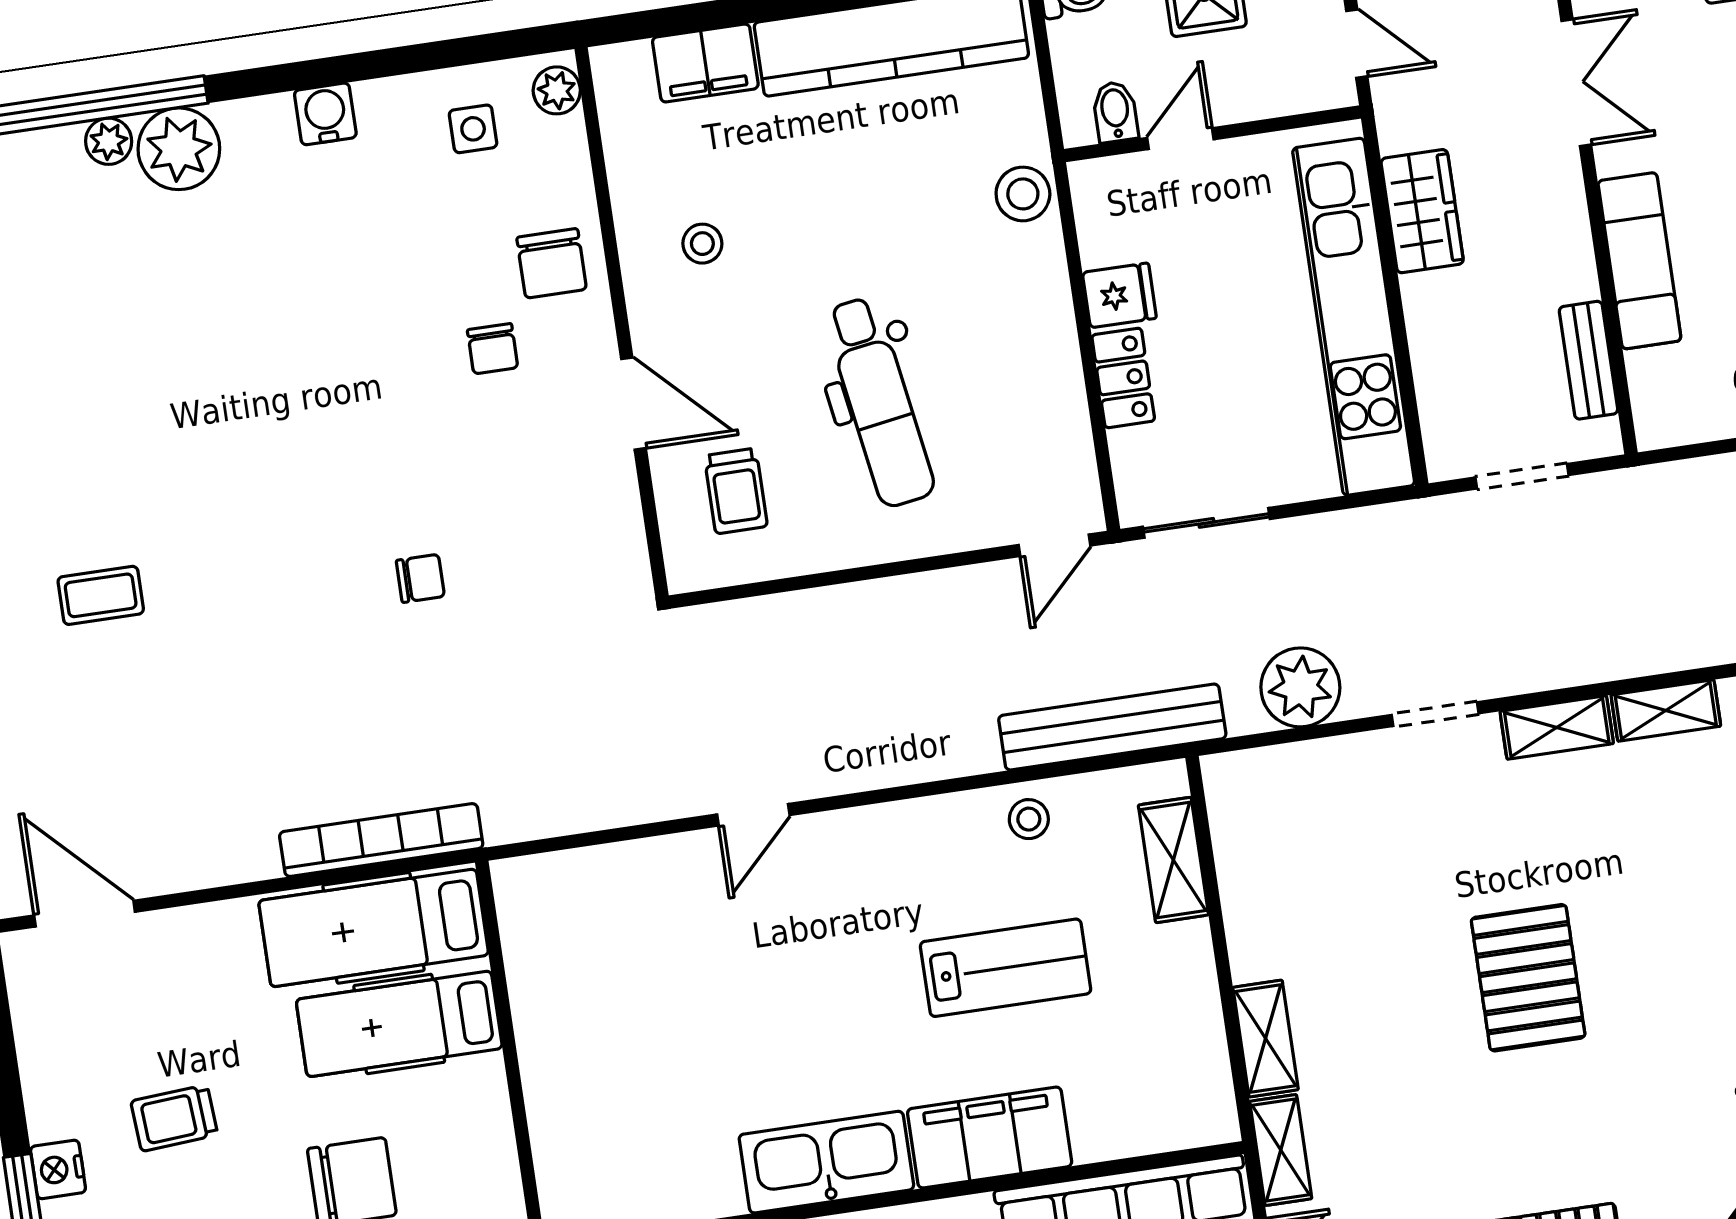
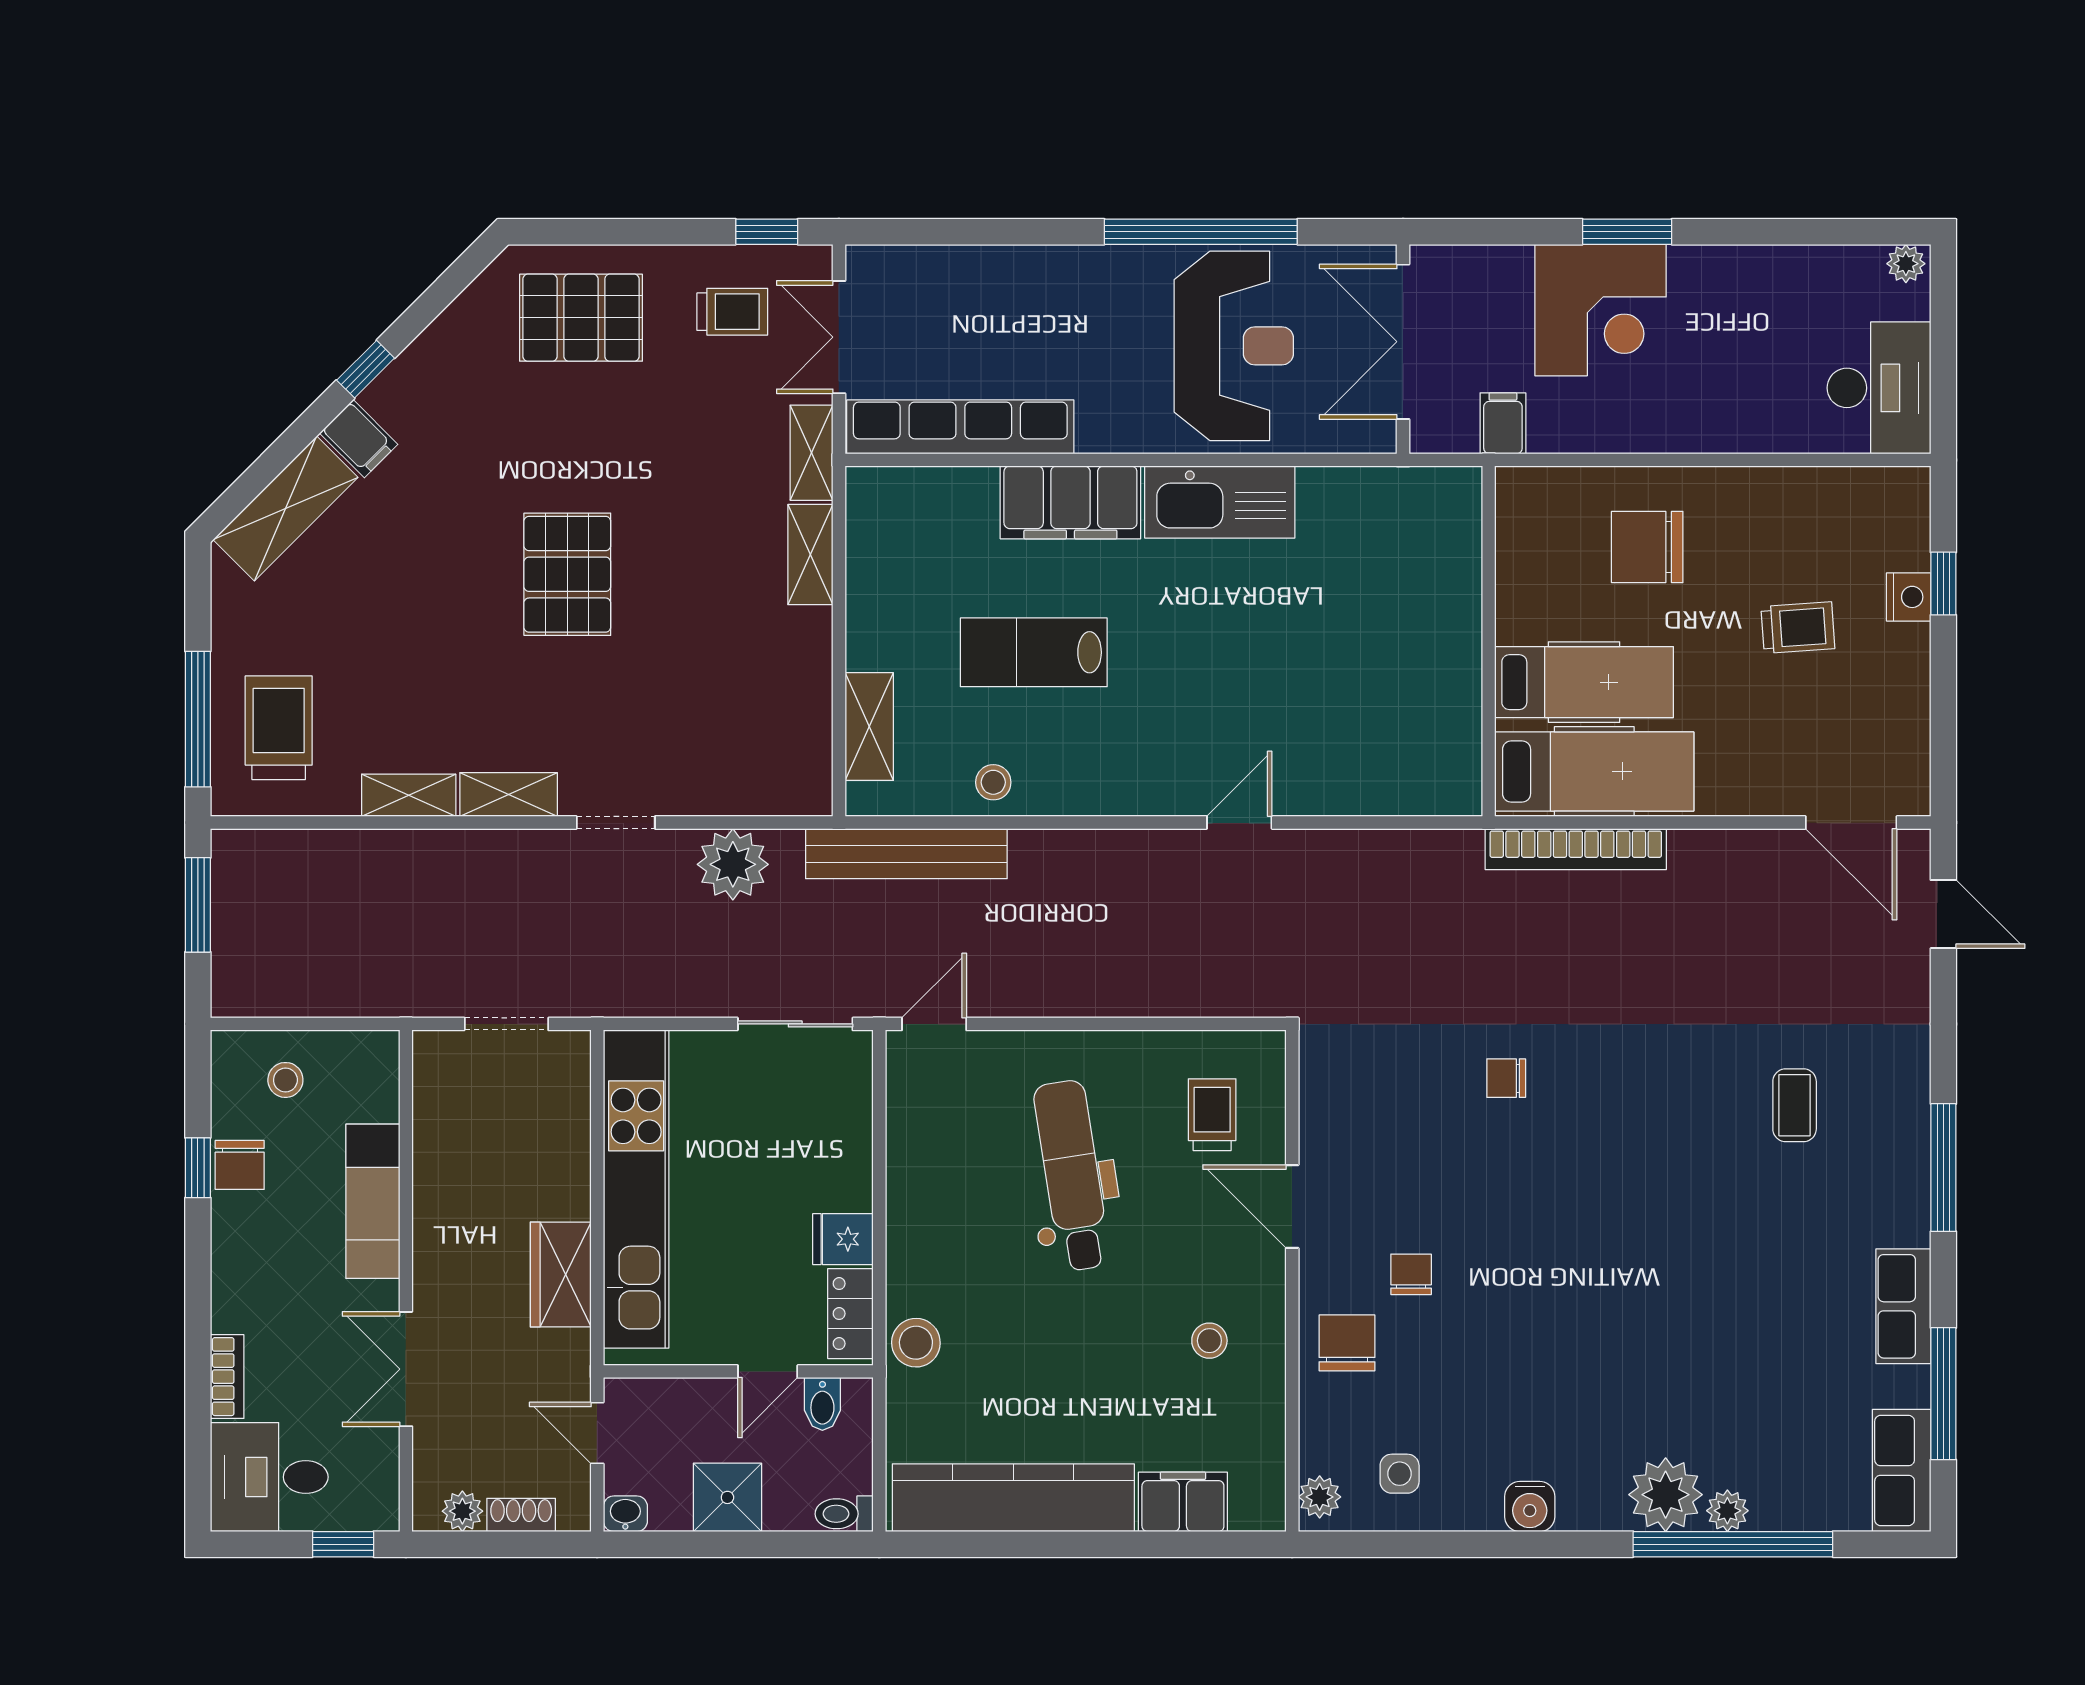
bench: (1589, 360) -> (432, 1119), removed
locker: (1123, 378) -> (850, 1314), moved
coffee table: (101, 595) -> (1795, 1105), turned 90

